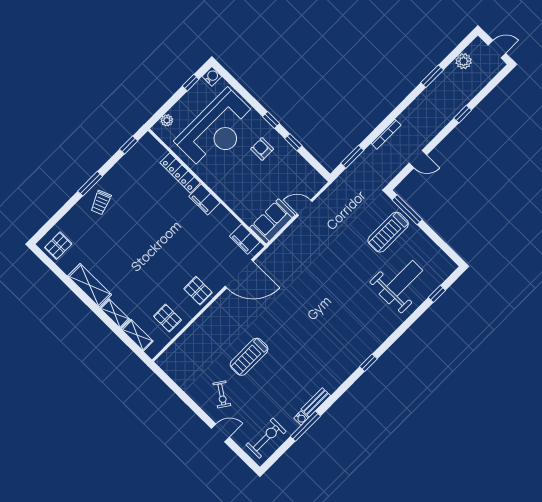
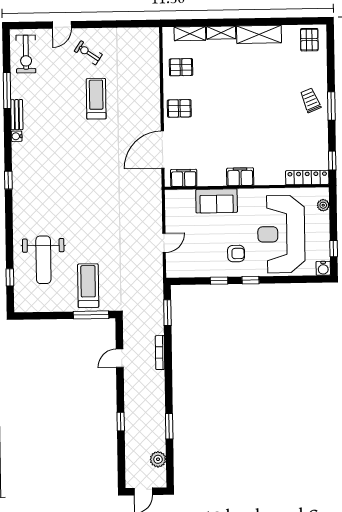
locker: (180, 173) -> (307, 177), moved
sofa: (272, 221) -> (217, 201), moved, turned 90
water cooler: (301, 418) -> (17, 136), moved

